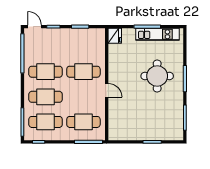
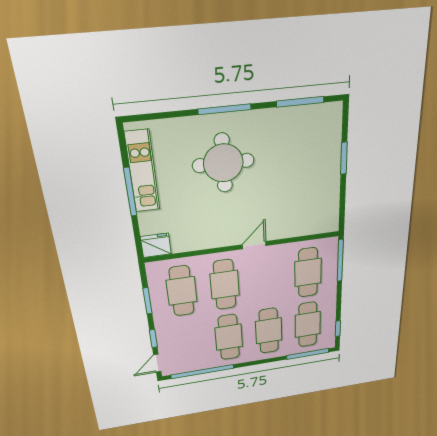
cafe table: (83, 47) -> (182, 291), added

